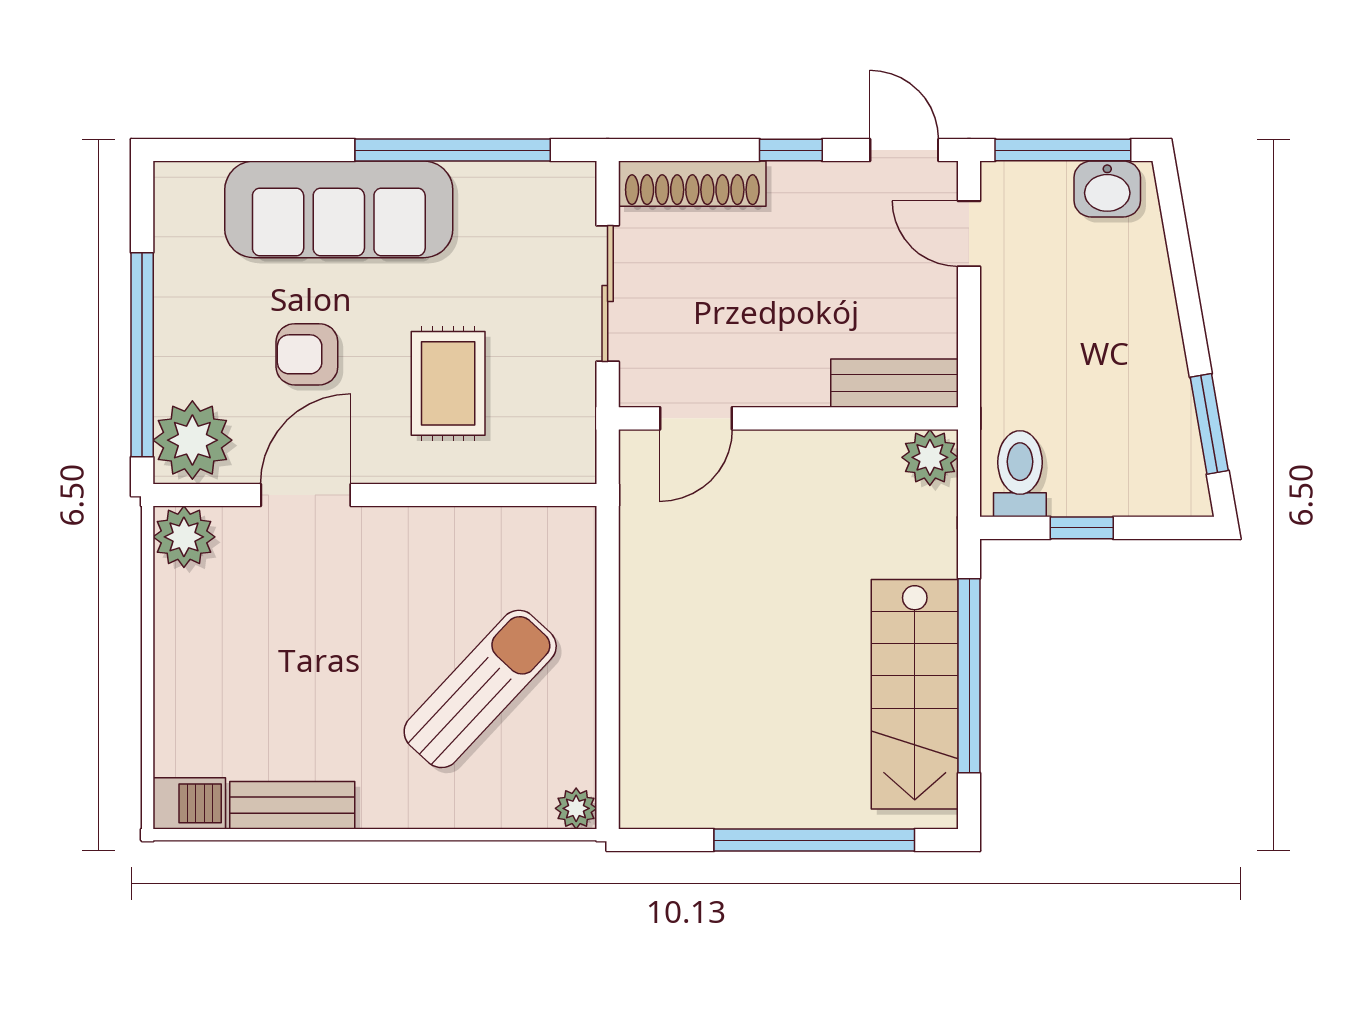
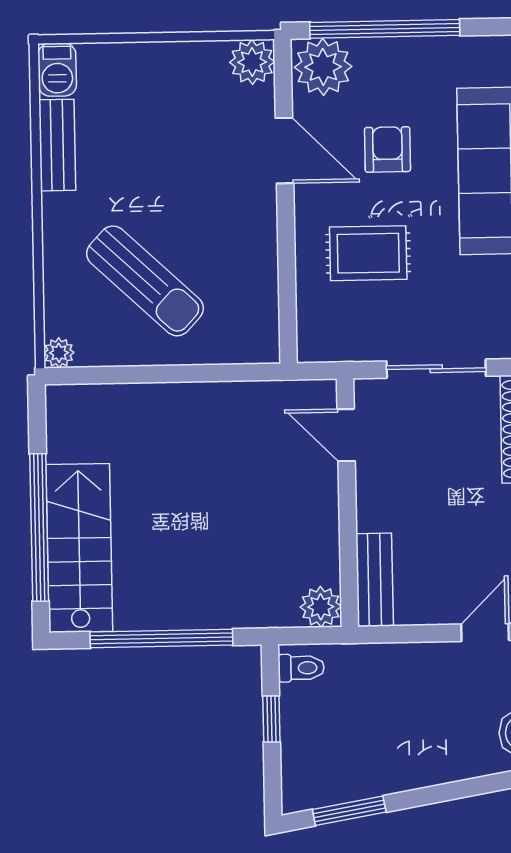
toilet: (1020, 474) -> (301, 668), width x0.73, depth x0.72
stairs: (915, 694) -> (79, 548), moved, turned 90

